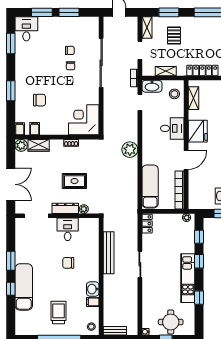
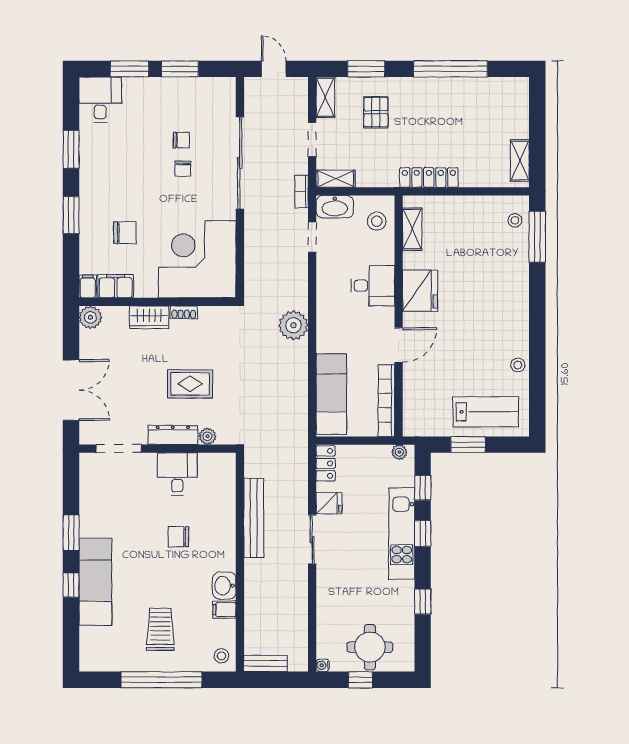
window: (11, 44) -> (71, 149), moved
shelving: (166, 71) -> (336, 179), moved
corner desk: (84, 120) -> (197, 259), width x1.36, depth x1.36
filing cabinet: (35, 129) -> (116, 286), width x2.00
wardrobe: (39, 145) -> (149, 317), moved
fridge: (149, 245) -> (329, 503), added
kitchen unit: (188, 278) -> (402, 534), moved

